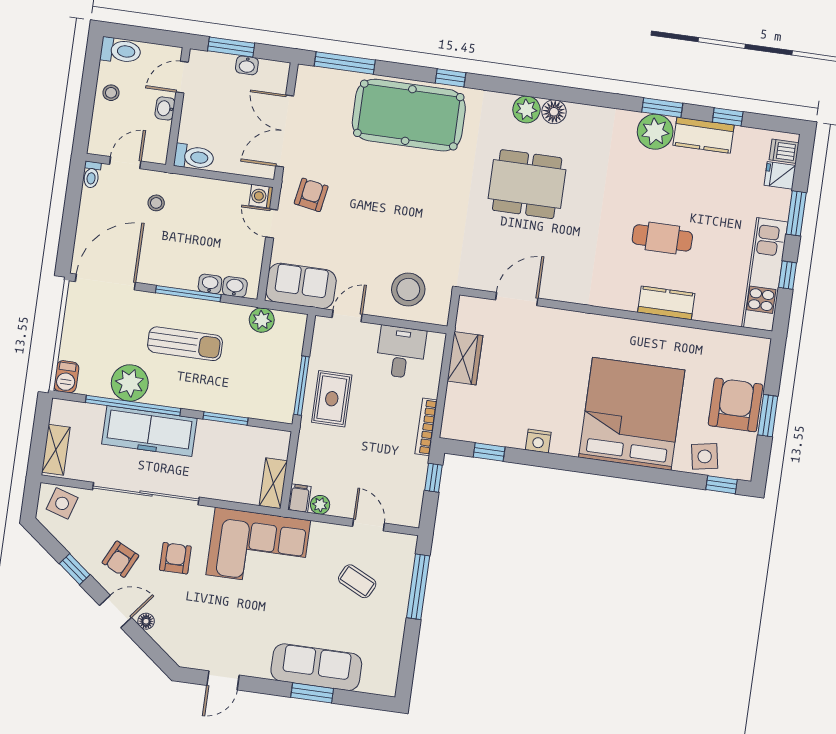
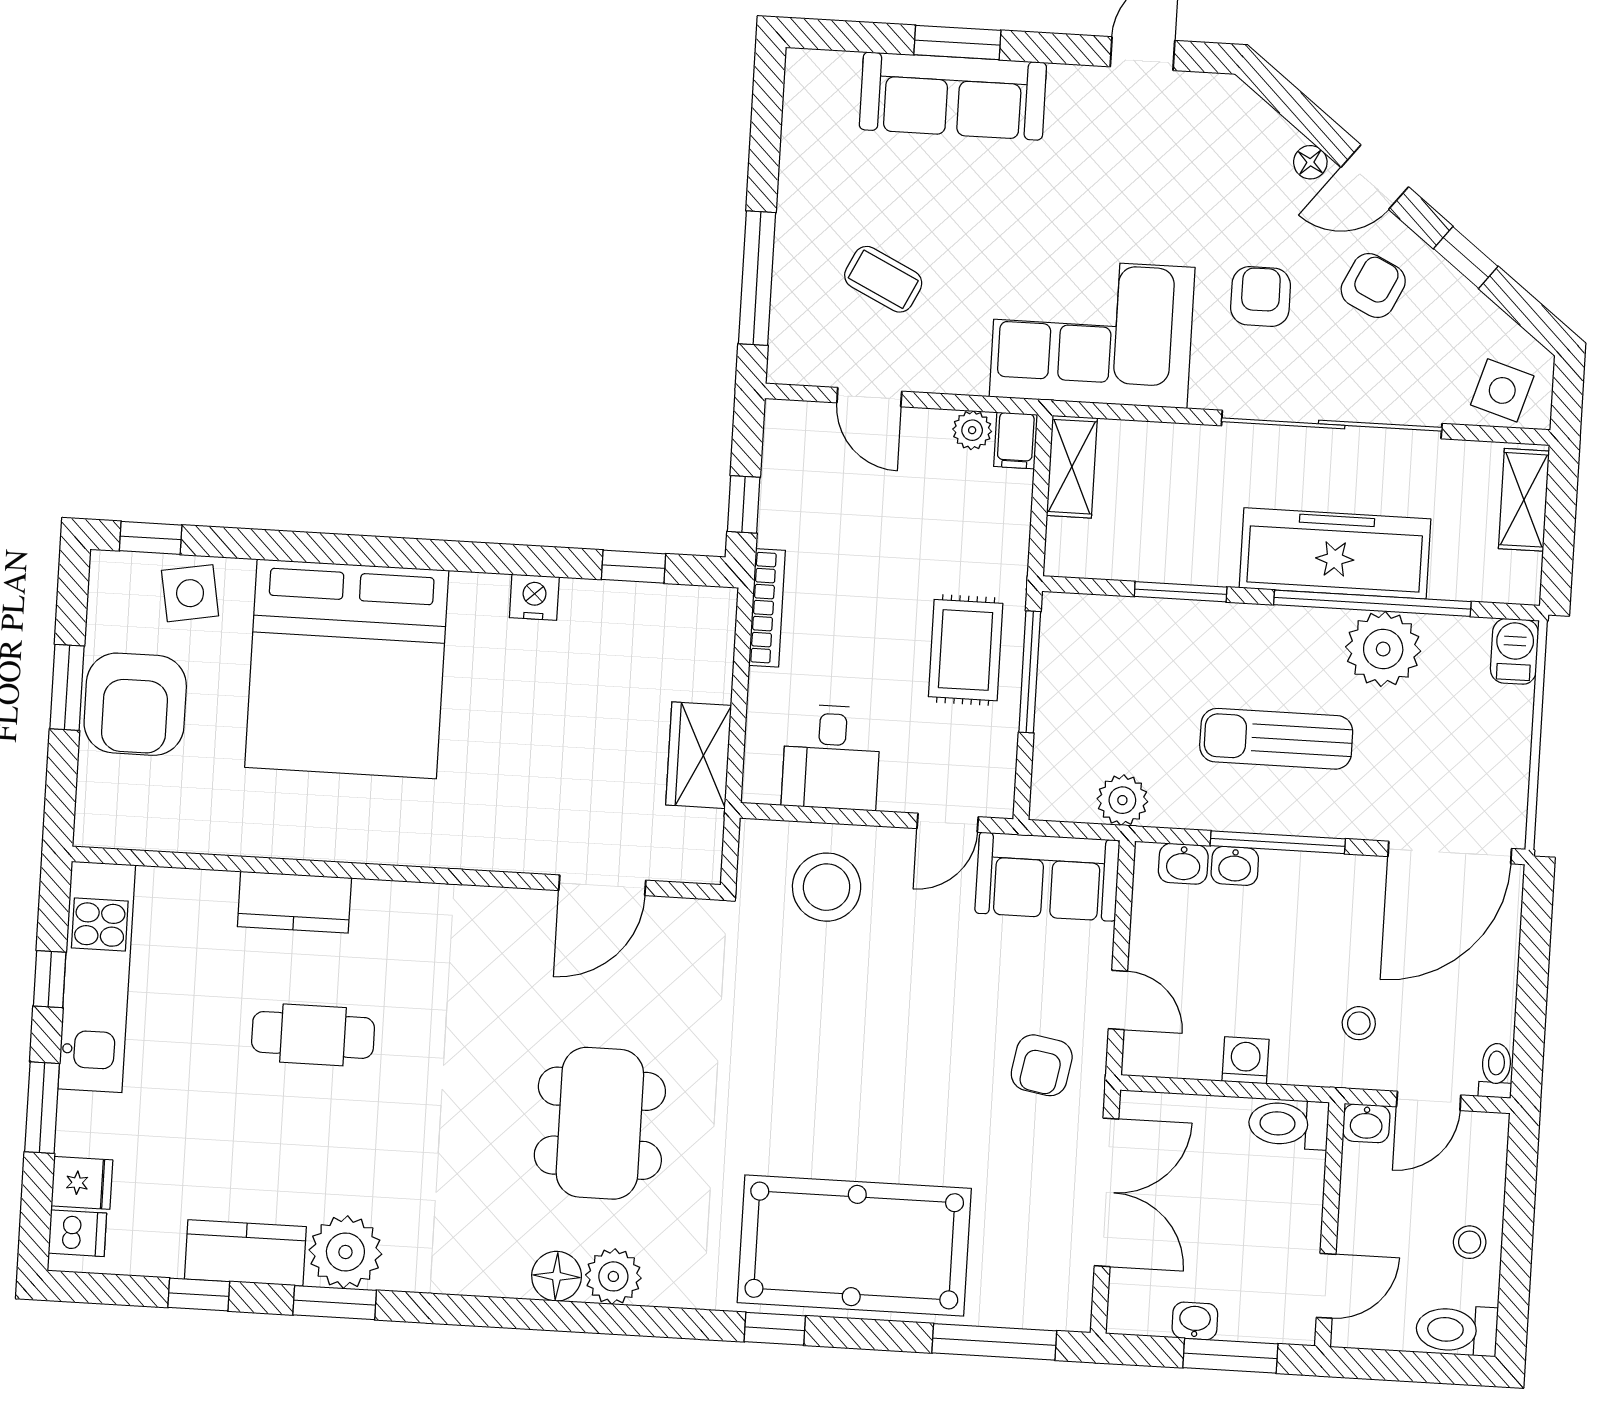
washbasin: (165, 108) -> (1366, 1123), moved, turned 90
dining table: (527, 184) -> (600, 1123), turned 90
washing machine: (261, 196) -> (1245, 1060), moved, turned -90
armchair: (175, 558) -> (1261, 297), turned 180

